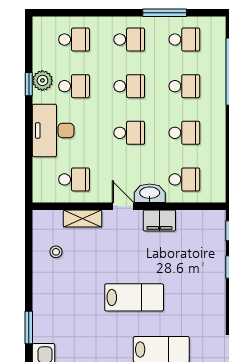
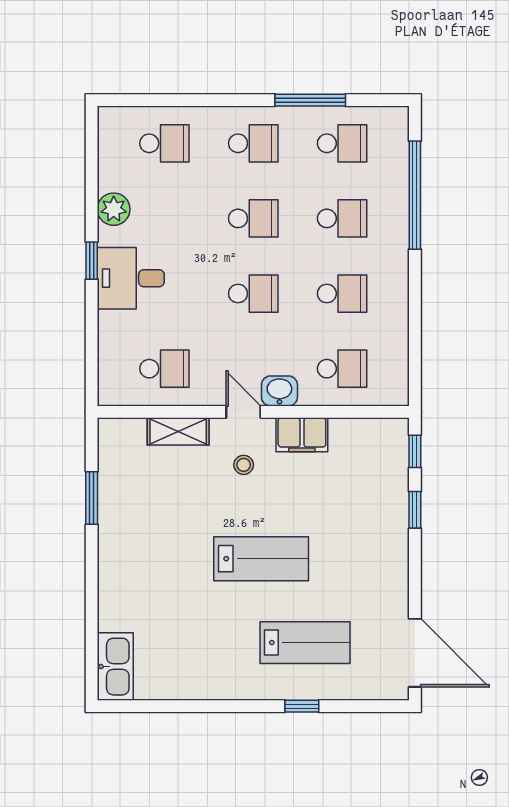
window: (29, 84) -> (92, 261), moved
school desk: (74, 86) -> (164, 218), removed
desk: (53, 130) -> (131, 278), width x0.73
washbasin: (150, 193) -> (279, 391), width x0.72
stool: (56, 252) -> (244, 465), moved
window: (29, 327) -> (92, 498), moved

